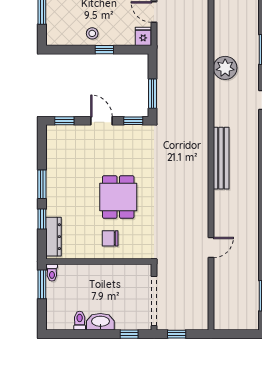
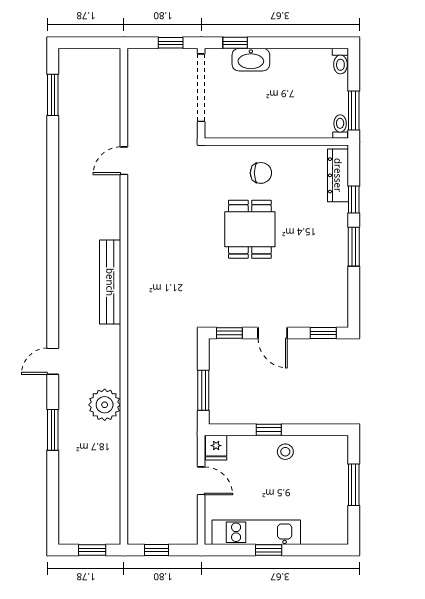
window: (153, 94) -> (203, 390), moved
toilet: (80, 321) -> (340, 61), moved
washbasin: (100, 322) -> (251, 60), moved

